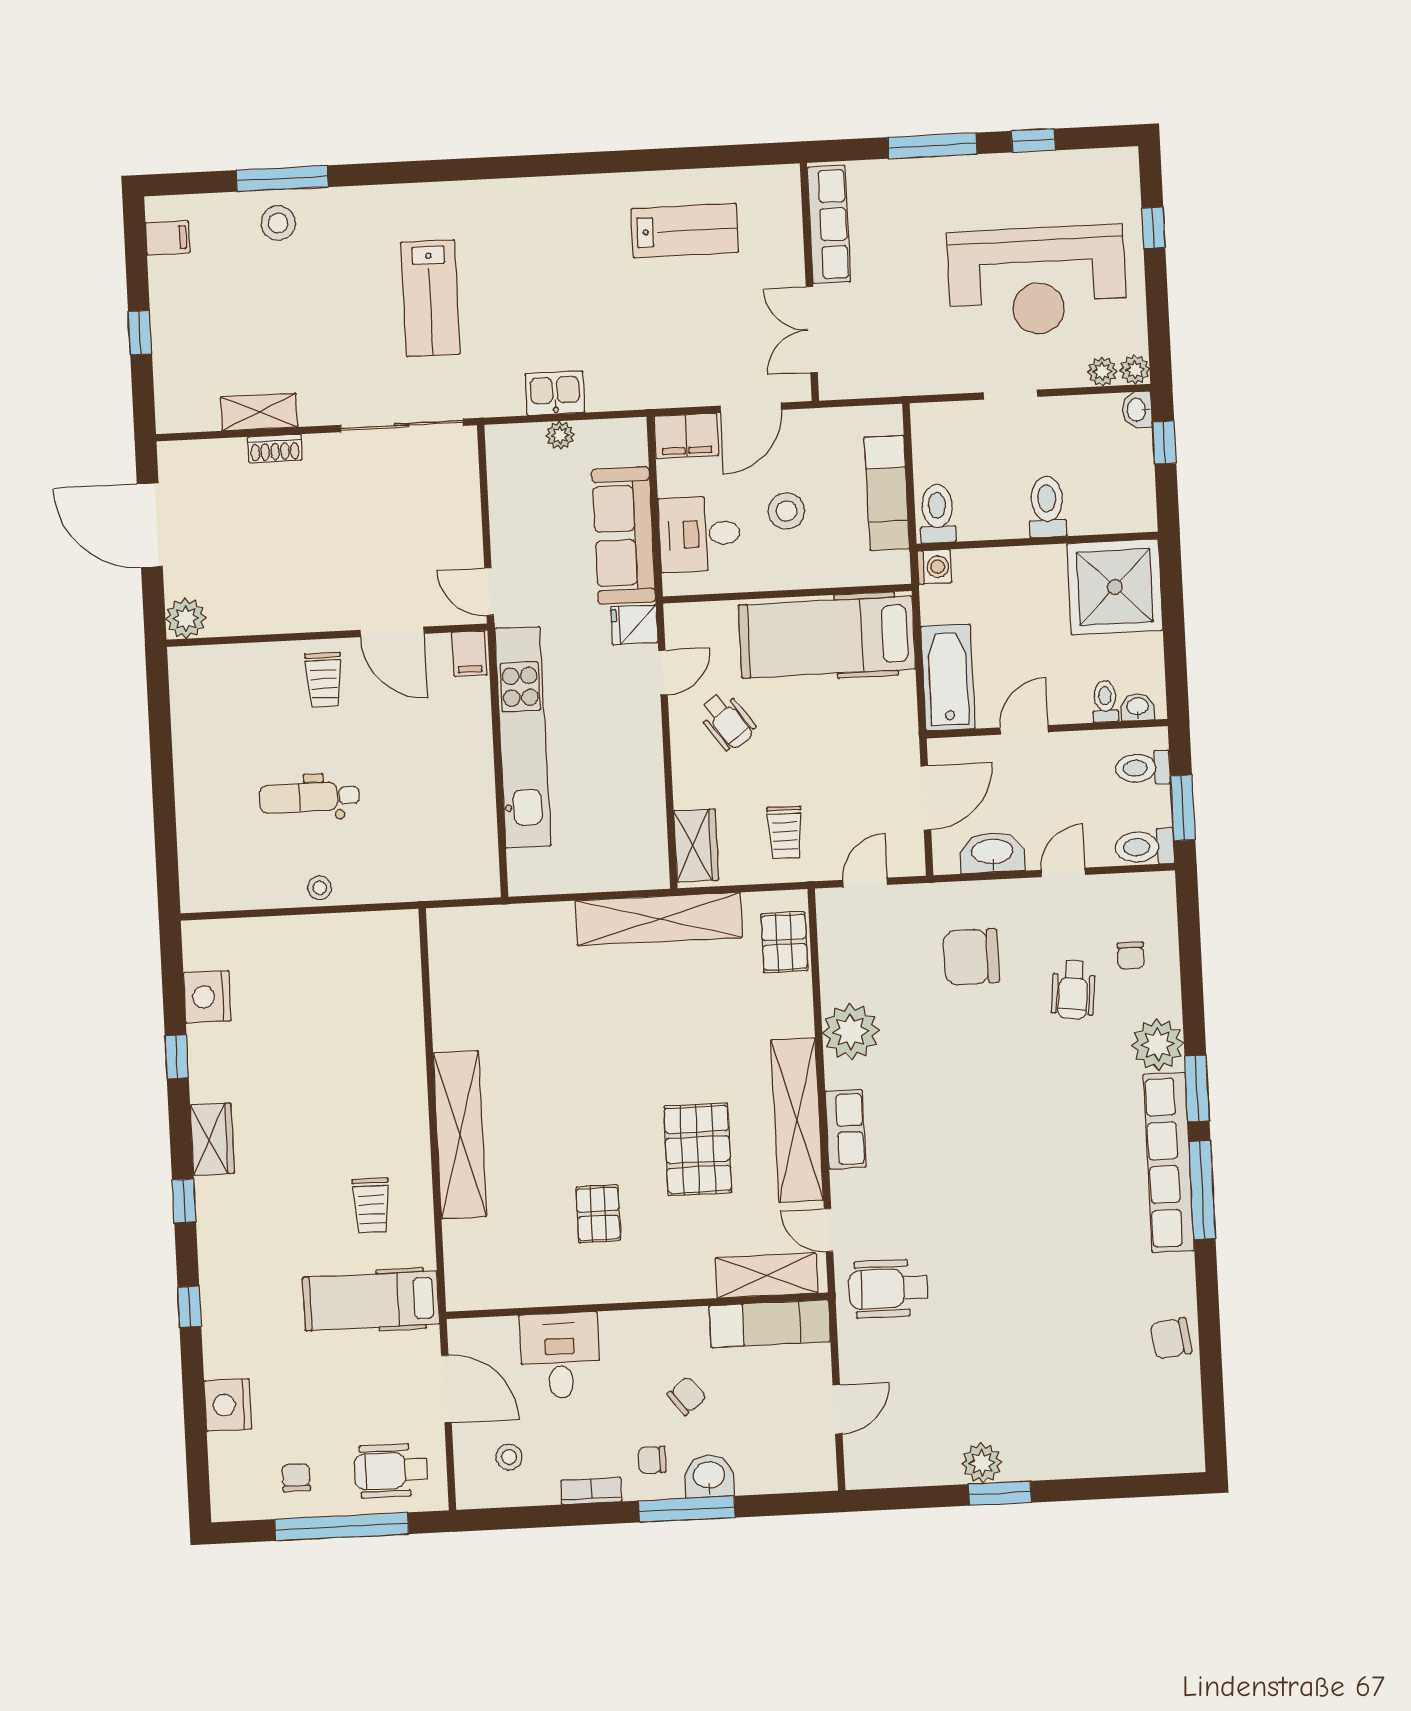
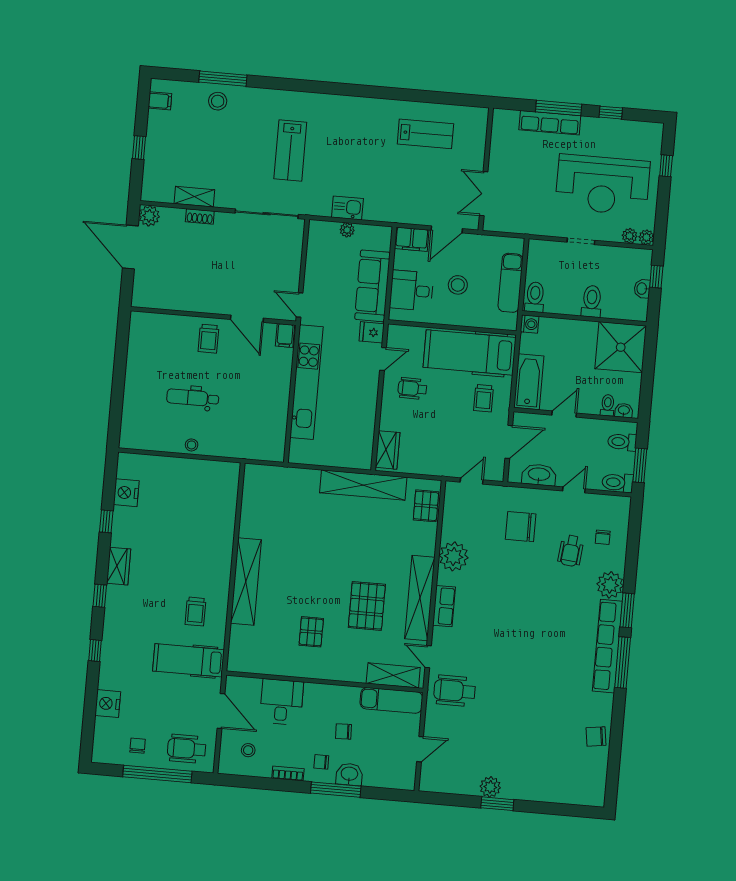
row of seats: (829, 224) -> (550, 123), moved, turned 90
washbasin: (1137, 410) -> (642, 289), moved
plant: (186, 618) -> (149, 216), moved
wheelchair: (727, 721) -> (412, 388), turned 127
trolley: (785, 832) -> (484, 398), moved
chair: (687, 1396) -> (344, 731), turned -144

